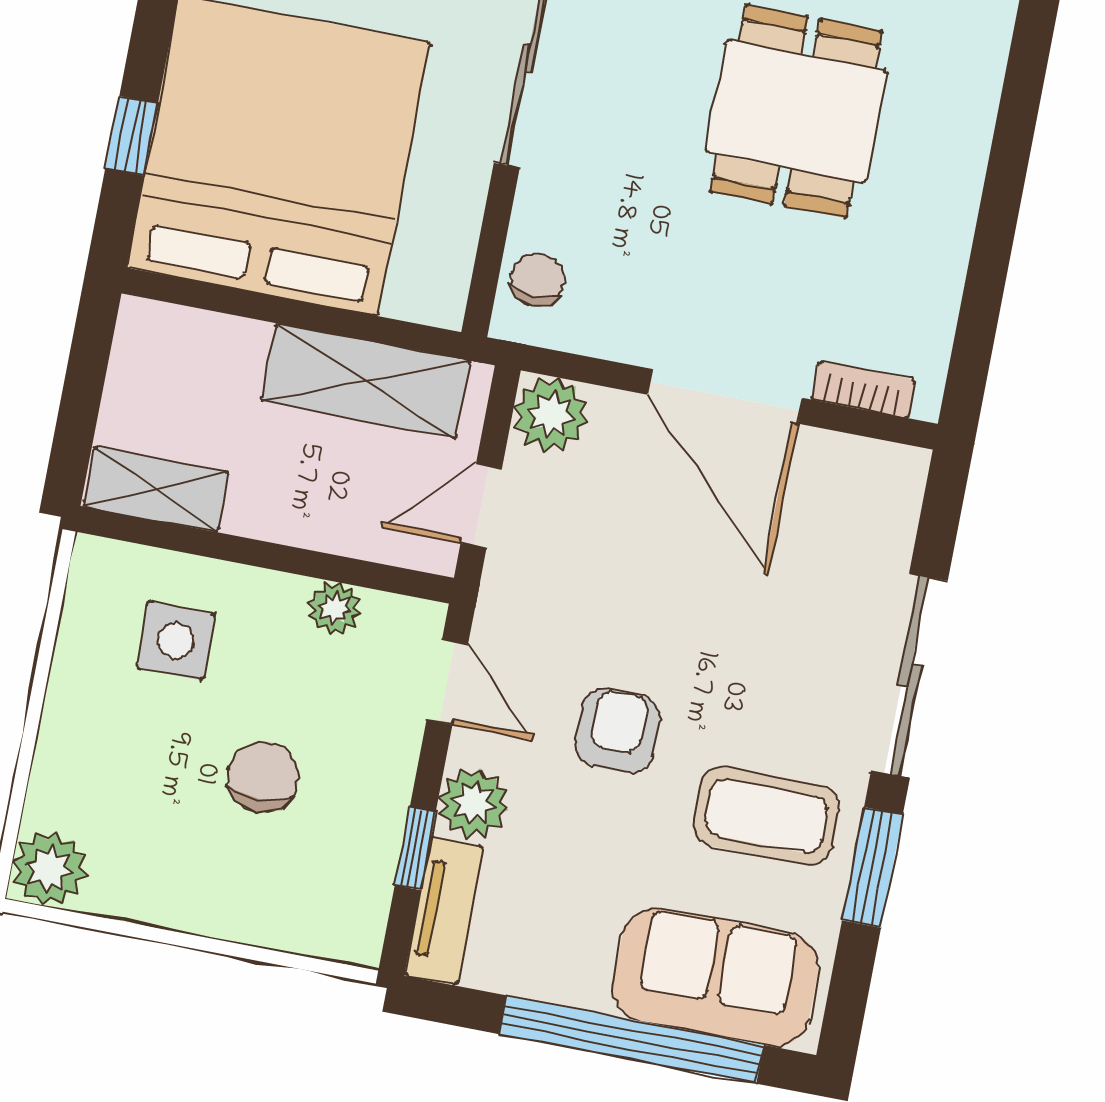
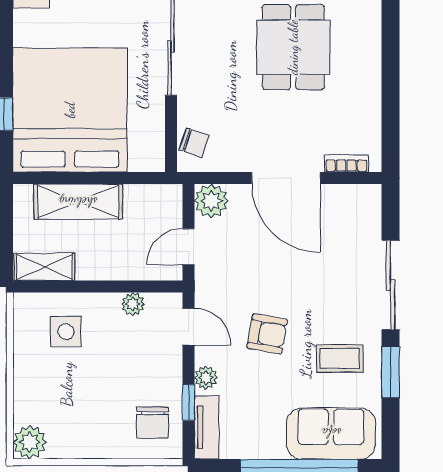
chair: (537, 280) -> (194, 143), turned 106
shelving: (366, 381) -> (78, 202), moved
armchair: (617, 731) -> (267, 334), turned 100
chair: (263, 777) -> (153, 423), moved, turned 180
plant: (473, 803) -> (206, 378), width x0.73, depth x0.73
coffee table: (766, 816) -> (340, 358), width x0.73, depth x0.77

